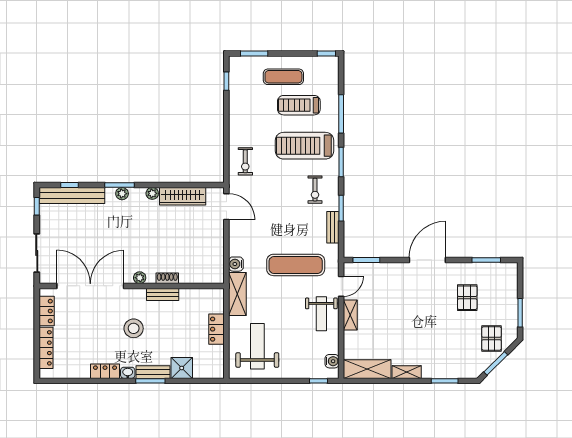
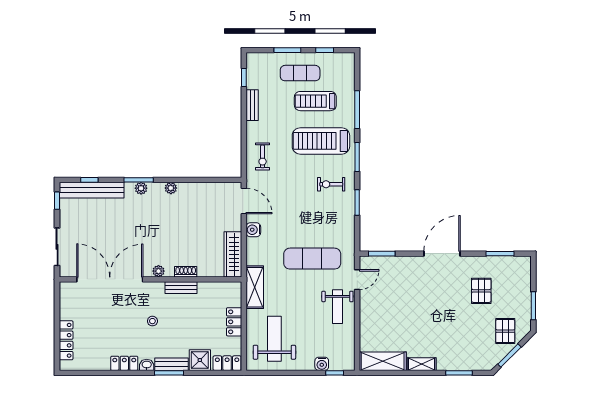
window: (254, 53) -> (287, 50), moved
window: (326, 53) -> (325, 50), moved
exercise bike: (315, 190) -> (331, 184), turned 90
wardrobe: (183, 196) -> (233, 254), moved, turned 90
bench: (333, 227) -> (252, 105), moved
water cooler: (236, 264) -> (253, 230), moved
locker: (47, 311) -> (227, 363), moved, turned -90
shelving: (350, 315) -> (366, 308), removed
stool: (134, 328) -> (152, 321), width x0.53, depth x0.53
water cooler: (332, 361) -> (322, 364), moved, turned 90

